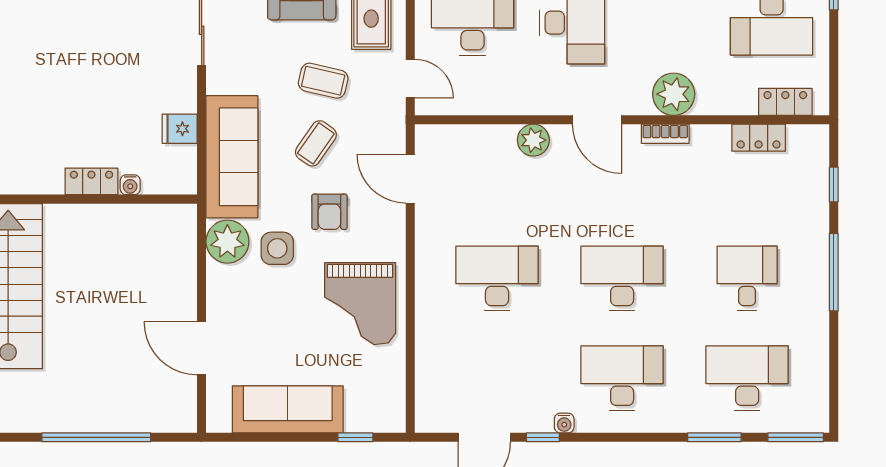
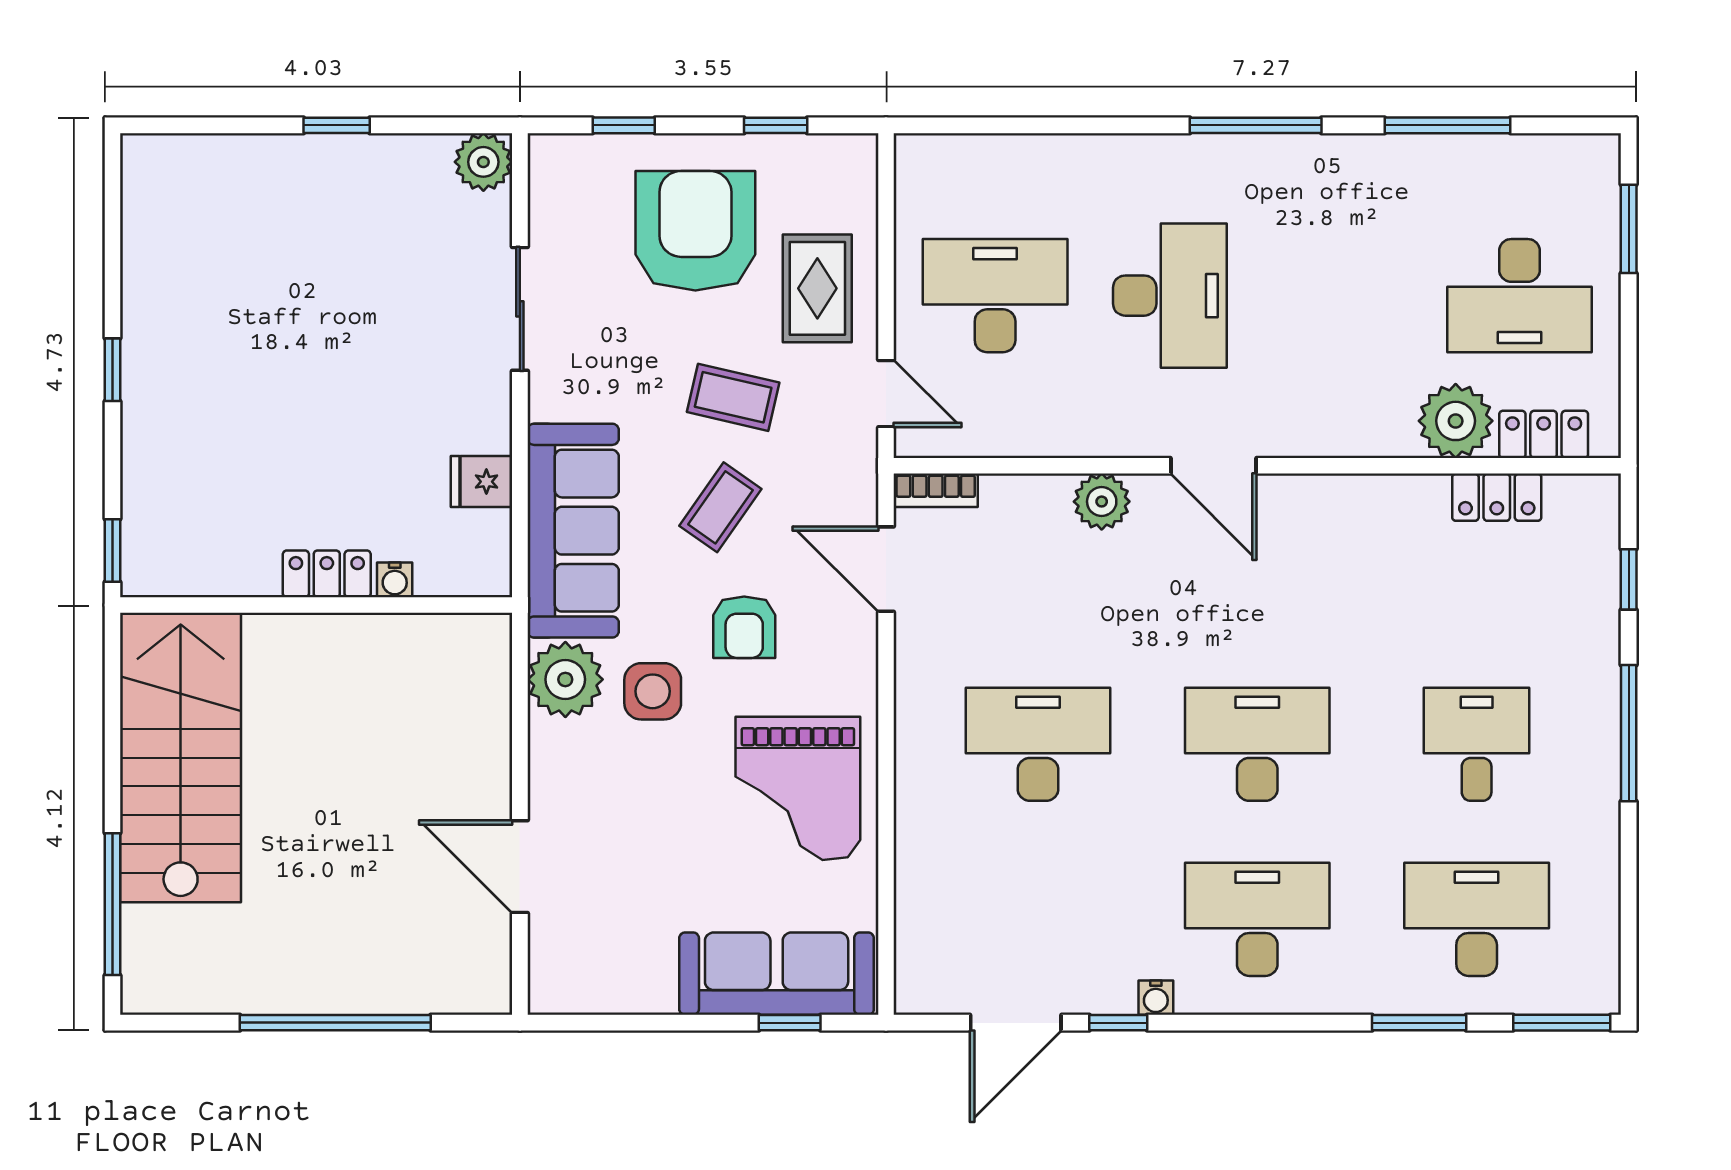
plant: (674, 94) -> (1456, 421), moved
bookcase: (665, 134) -> (936, 490), moved
sofa: (288, 409) -> (777, 974), moved

